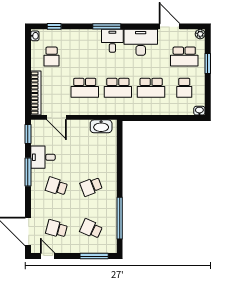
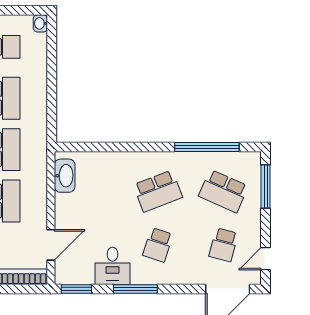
school desk: (91, 186) -> (158, 191), width x1.85
school desk: (91, 229) -> (223, 191), width x1.85

